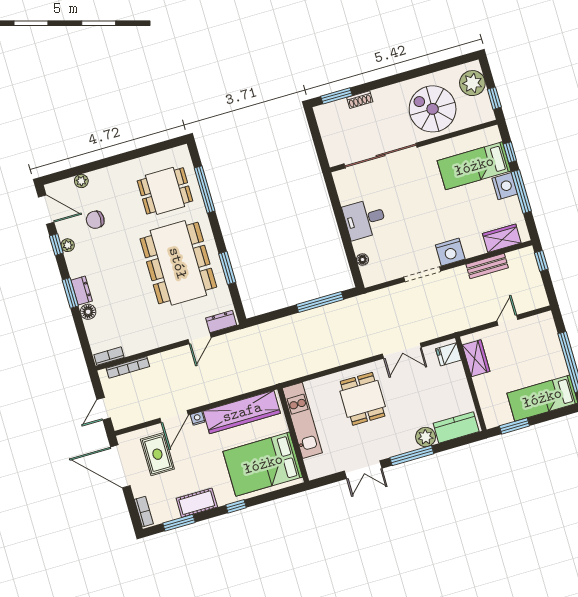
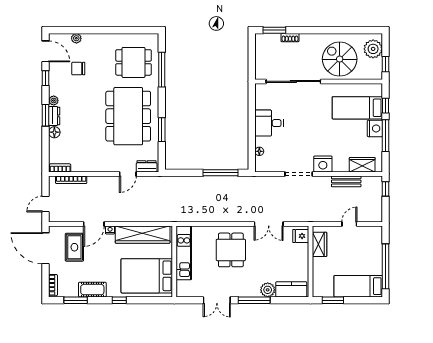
plant: (68, 245) -> (54, 101), moved

